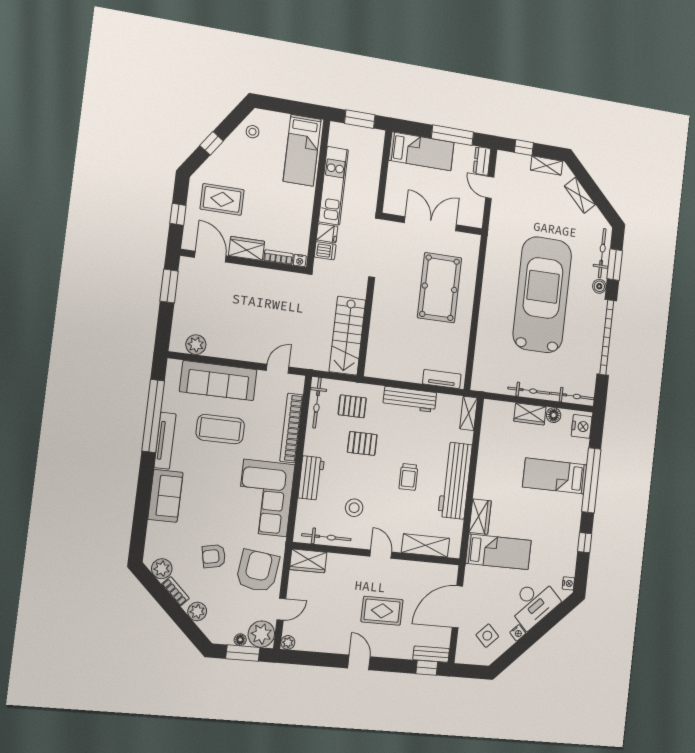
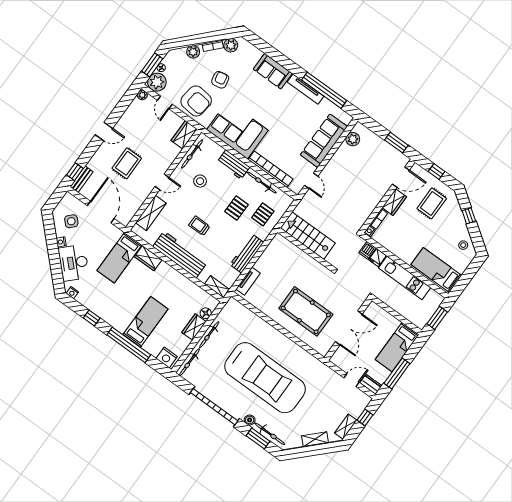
bicycle: (317, 403) -> (262, 183), moved
floor lamp: (554, 415) -> (206, 313), moved
coffee table: (220, 429) -> (294, 126), removed

